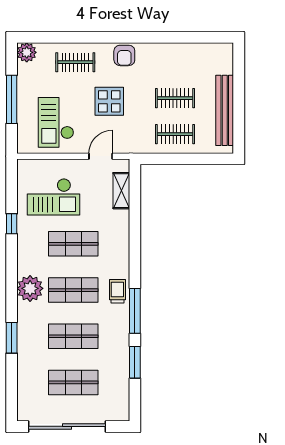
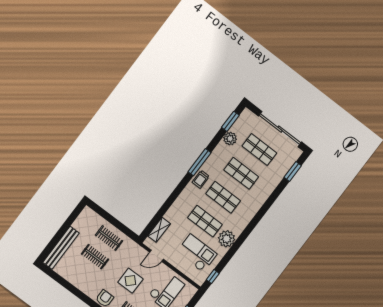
bench: (225, 110) -> (61, 248), moved
window: (12, 224) -> (213, 277), moved
plant: (30, 288) -> (227, 239), moved
window: (12, 338) -> (293, 171), moved
window: (135, 362) -> (230, 121), moved
plant: (119, 368) -> (230, 139), added

